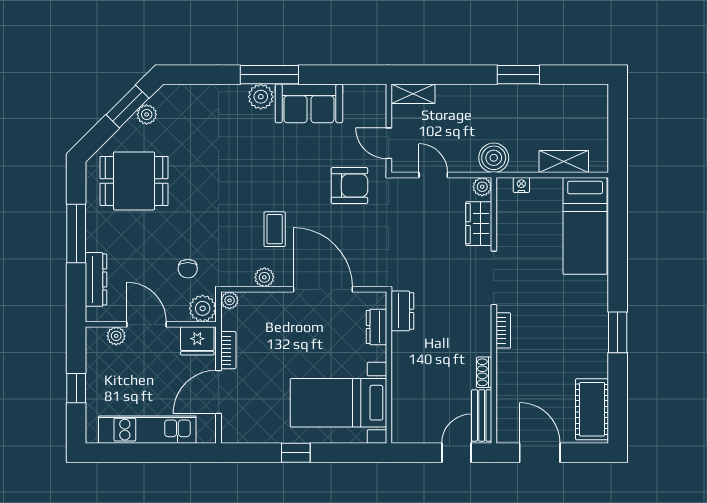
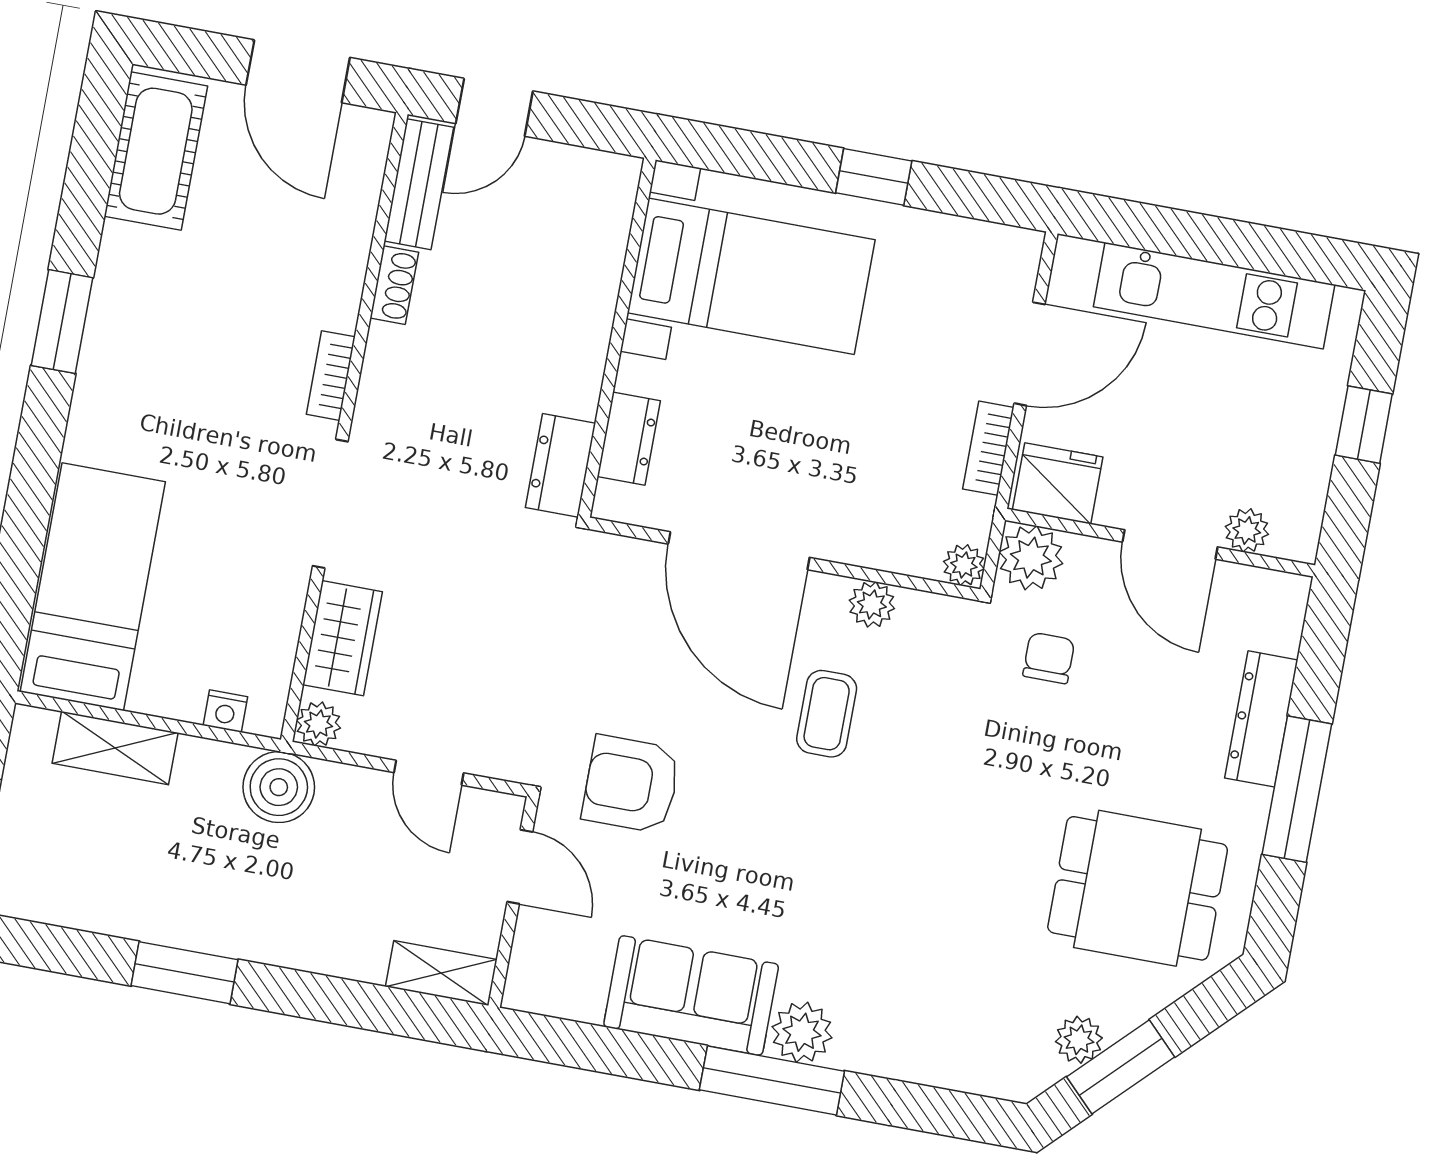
dresser: (96, 279) -> (1261, 719), moved

